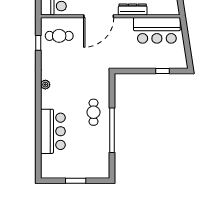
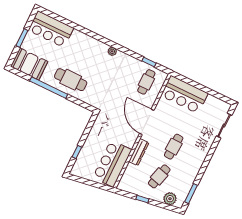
cafe table: (93, 112) -> (71, 80), width x1.37, depth x1.35
bar counter: (53, 131) -> (51, 29), moved
booth: (98, 161) -> (29, 64), added

